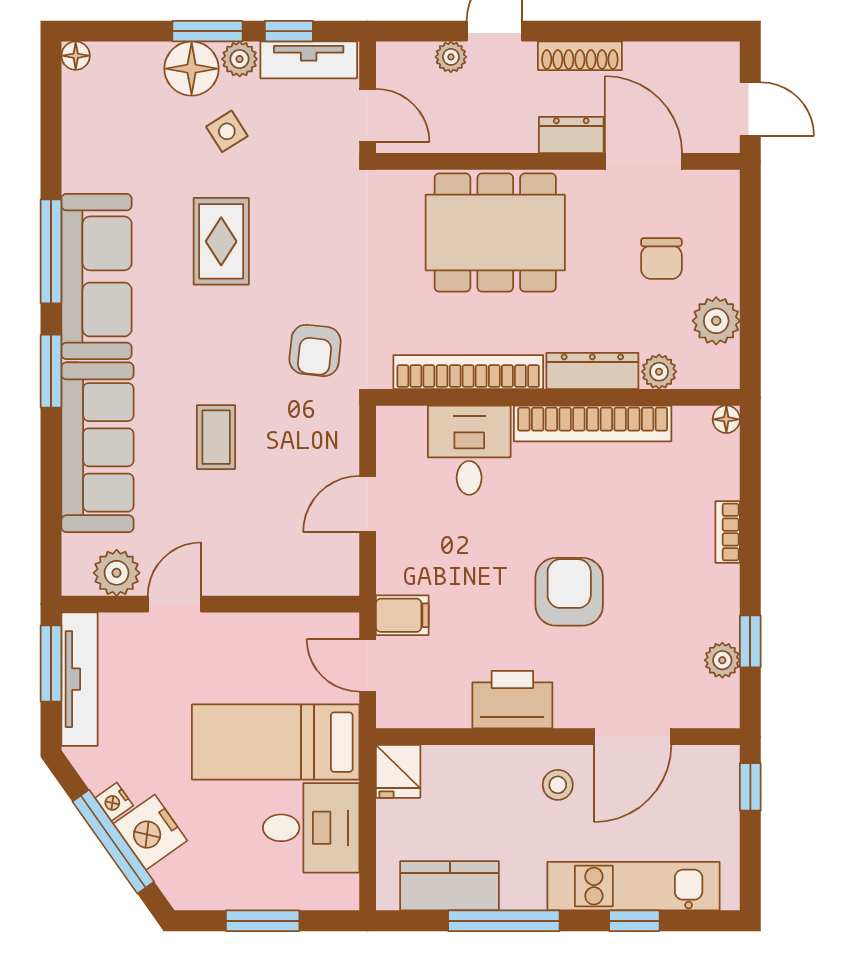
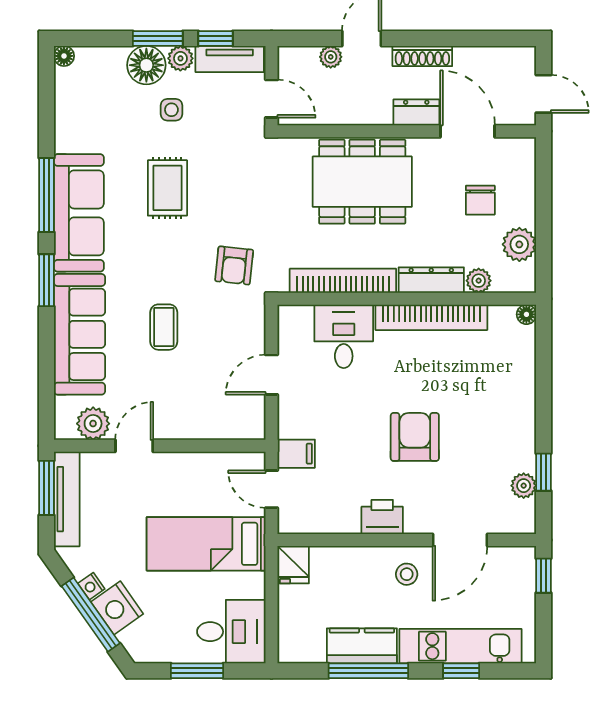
side table: (227, 131) -> (171, 110), turned 32
bookcase: (728, 532) -> (527, 395), removed
printer: (512, 700) -> (382, 517), width x0.73, depth x0.84
desk: (311, 828) -> (231, 632), moved
kitchen counter: (450, 886) -> (362, 646), moved

